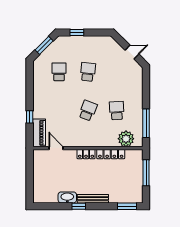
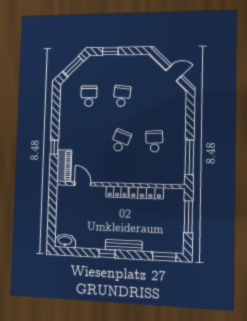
plant: (126, 139) -> (165, 175), removed
washbasin: (67, 197) -> (65, 241), moved

